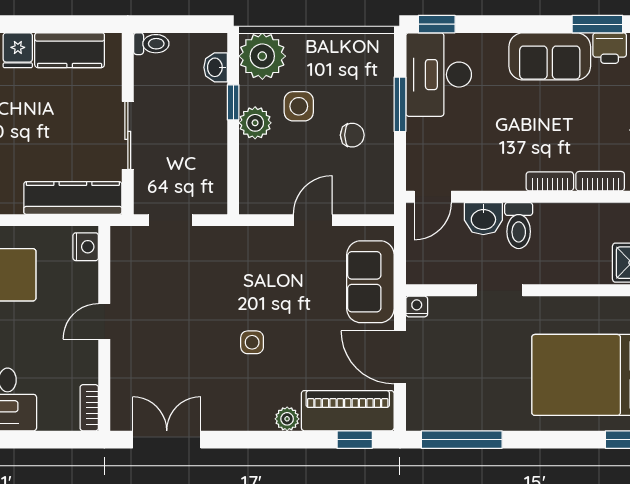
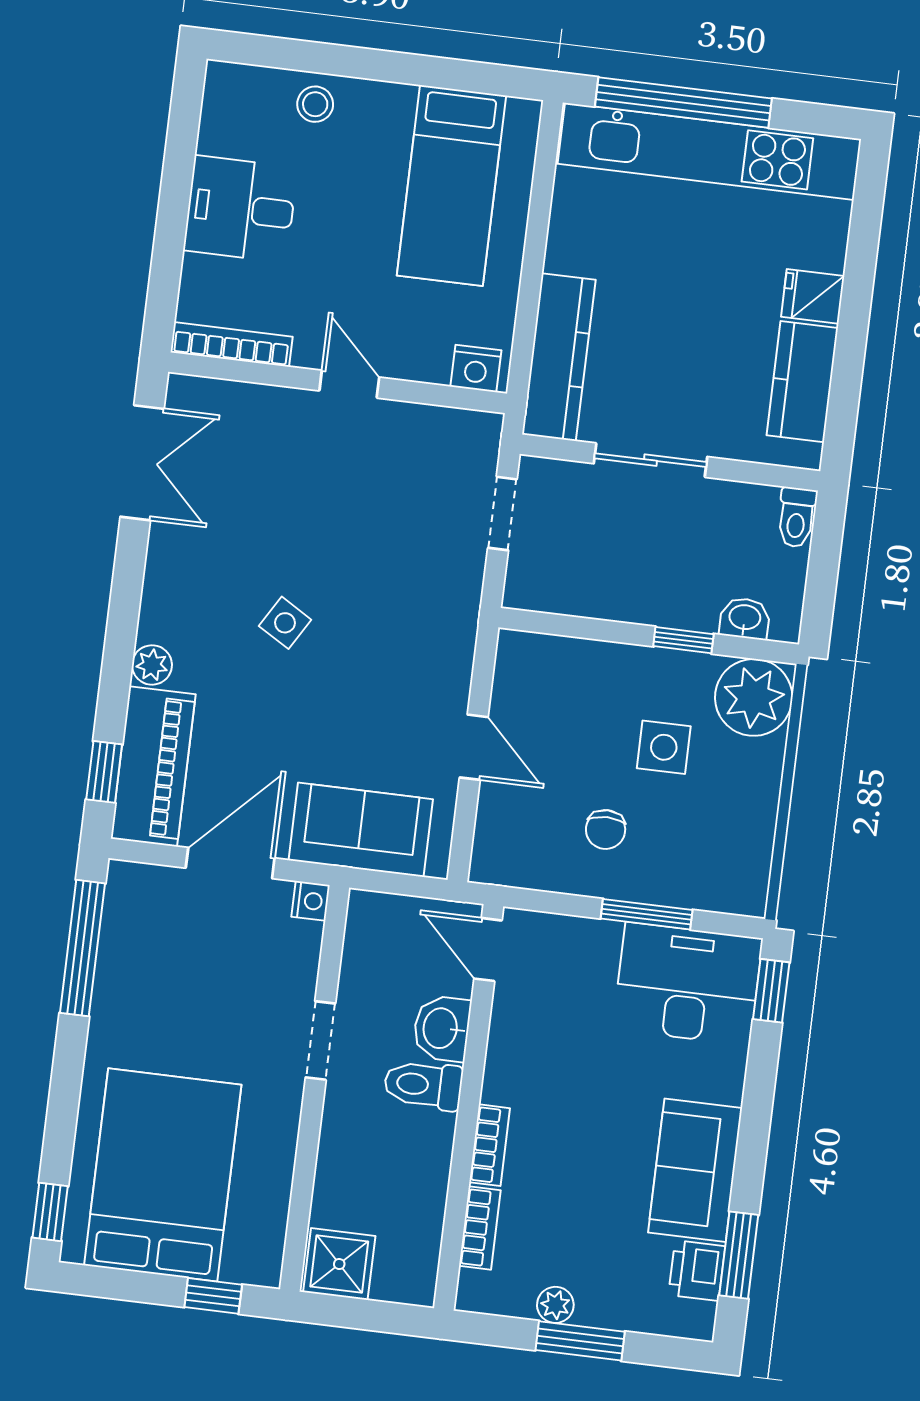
plant: (255, 123) -> (645, 672), removed
side table: (252, 342) -> (285, 623), turned 31
bookcase: (89, 408) -> (232, 344), width x1.56

